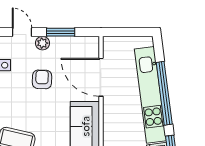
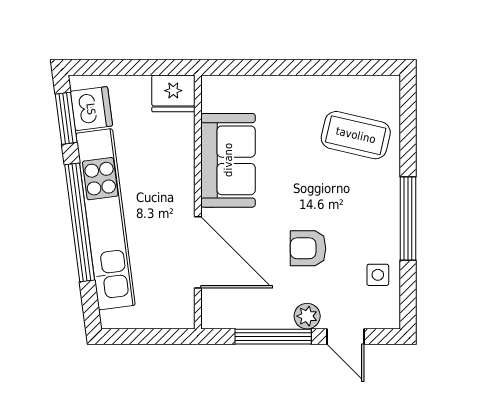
window: (61, 32) -> (273, 337), width x1.44
armchair: (42, 79) -> (308, 248), turned 88

